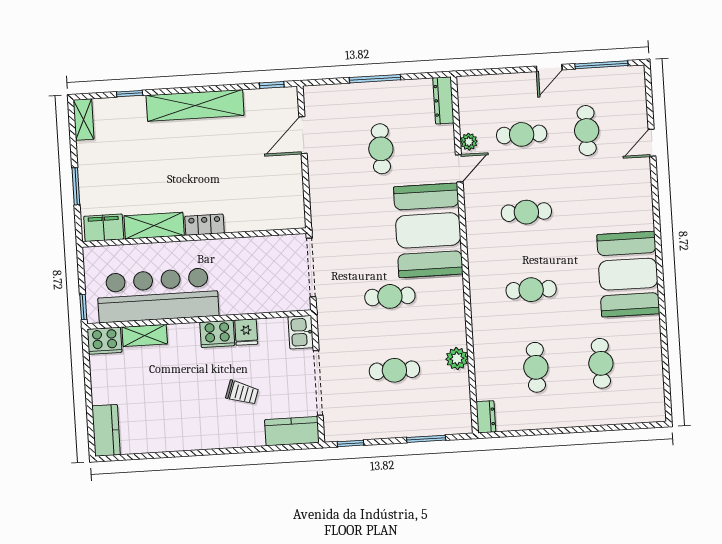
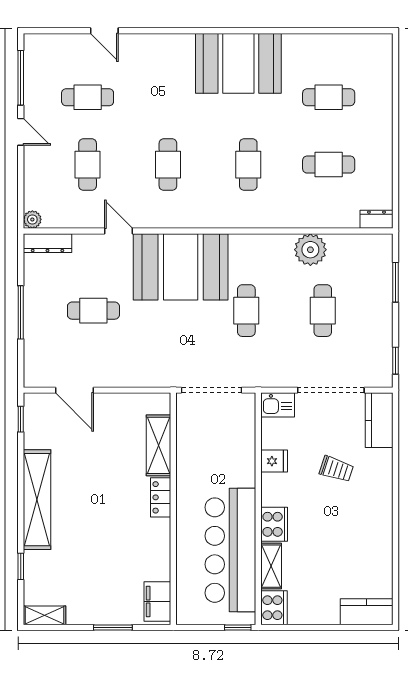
plant: (469, 142) -> (32, 219), moved
shelving: (154, 226) -> (158, 445), moved
cooker: (217, 334) -> (274, 524), moved
plant: (457, 359) -> (310, 250), width x1.36, depth x1.36
trolley: (242, 393) -> (336, 469), turned 89

